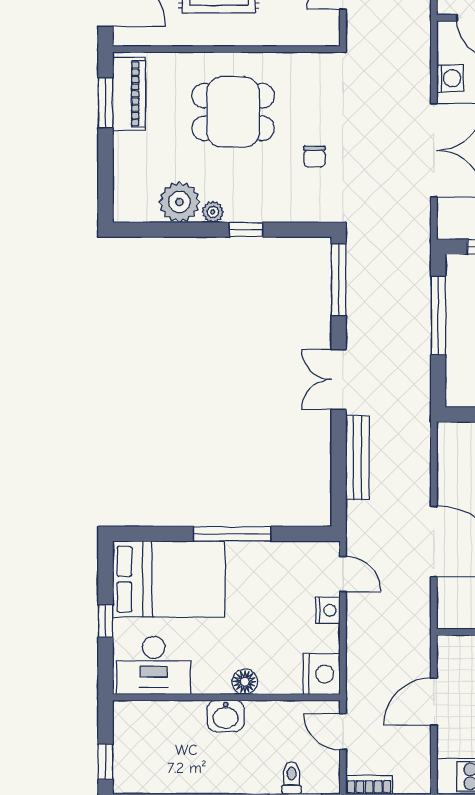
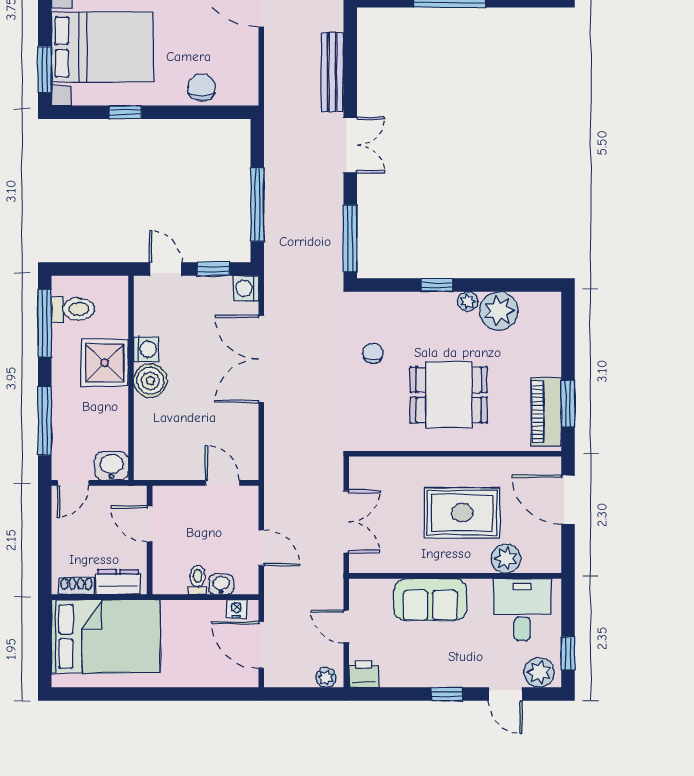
washing machine: (450, 78) -> (246, 288), moved

